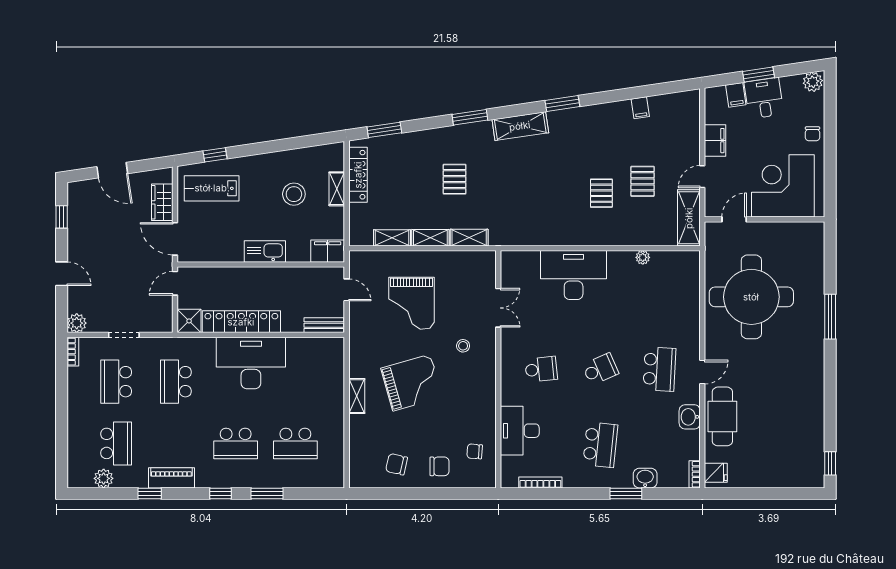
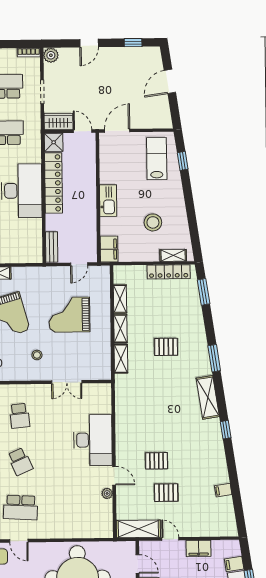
window: (562, 104) -> (226, 430), width x0.67
shelving: (337, 189) -> (173, 255), moved
wardrobe: (162, 202) -> (58, 121), moved
door: (620, 248) -> (114, 476), added

